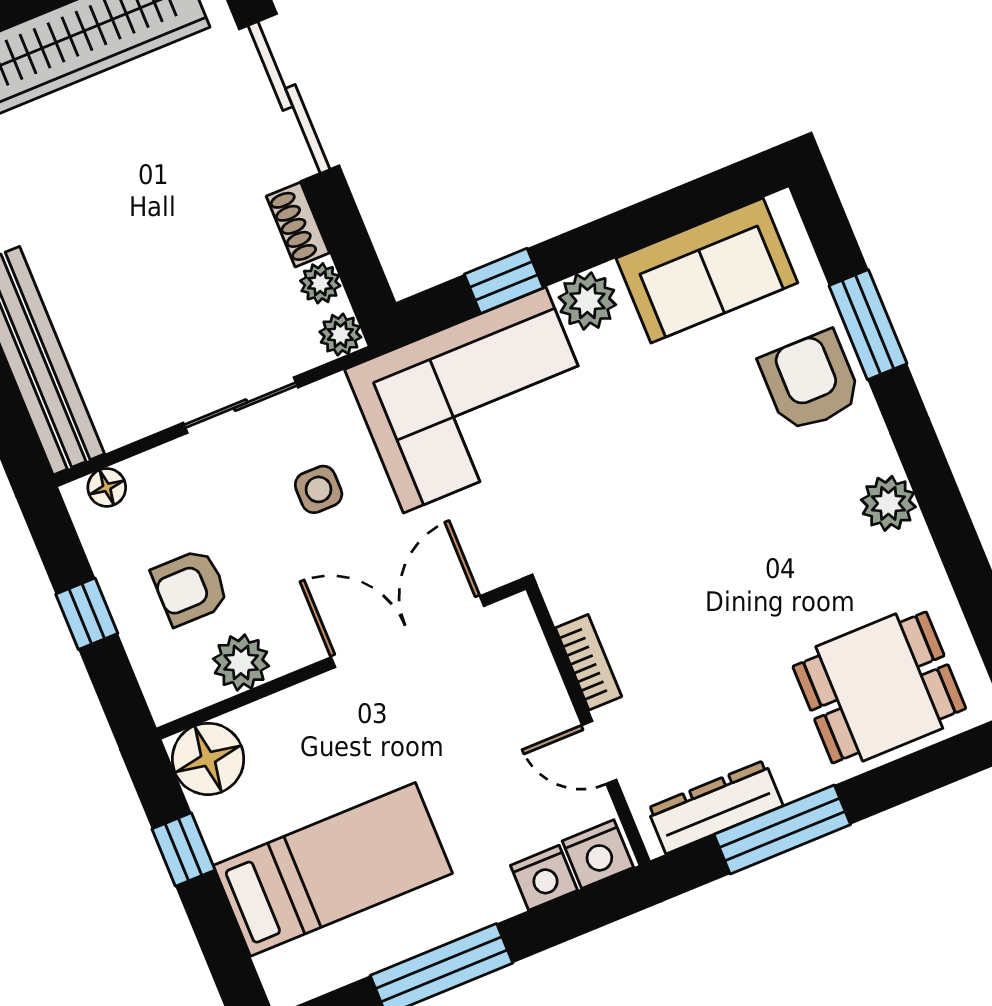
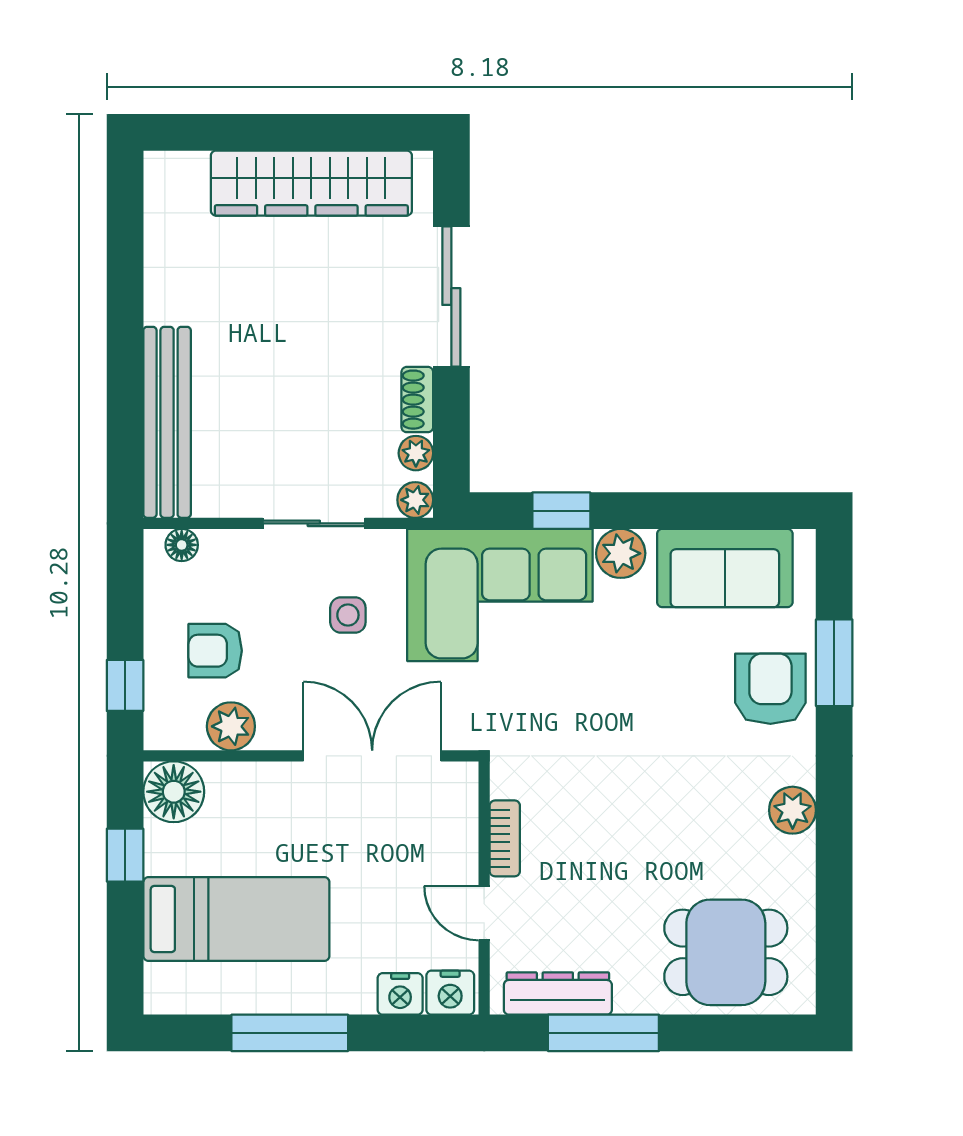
window: (87, 614) -> (125, 685), moved

